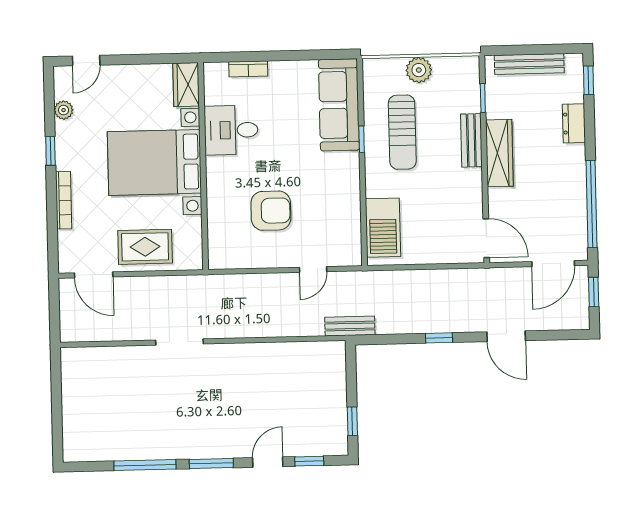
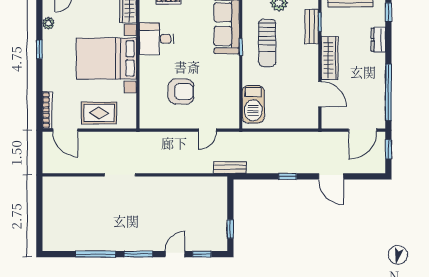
bench: (471, 140) -> (312, 27), moved
bookcase: (64, 200) -> (47, 110), moved
door: (486, 238) -> (320, 94), moved

